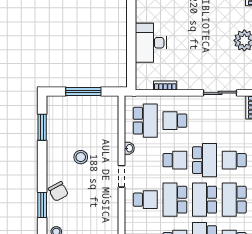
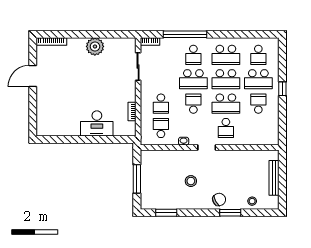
school desk: (145, 121) -> (161, 128), width x0.54
school desk: (205, 160) -> (193, 79), turned 180
school desk: (145, 200) -> (226, 128), turned 180

